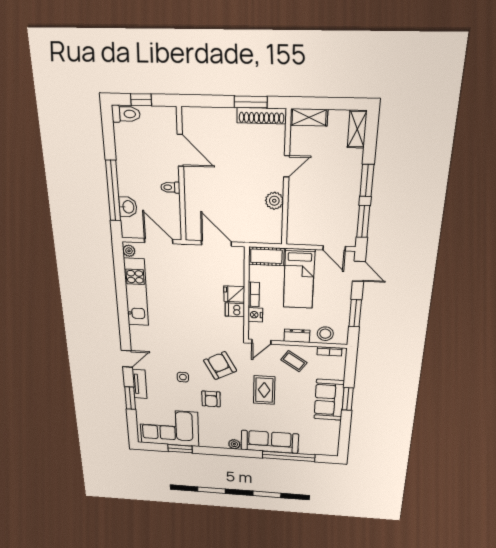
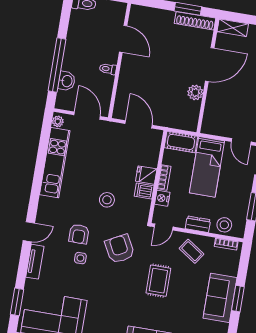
door: (287, 166) -> (210, 65), width x1.87
stool: (198, 322) -> (107, 200), added
window: (130, 398) -> (17, 302), moved
armchair: (211, 399) -> (79, 234), moved

